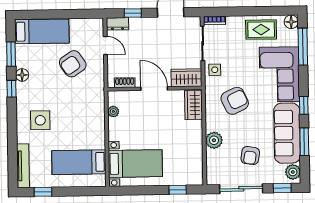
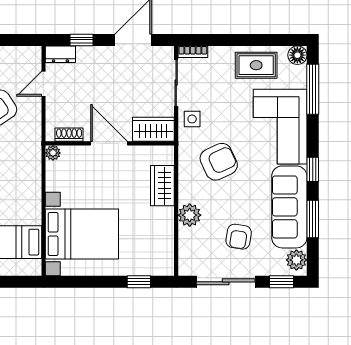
door: (105, 45) -> (43, 84), swing flipped
wardrobe: (194, 105) -> (162, 186), moved
plant: (113, 111) -> (53, 153), moved
bed with nightstands: (135, 164) -> (82, 234), width x1.36

